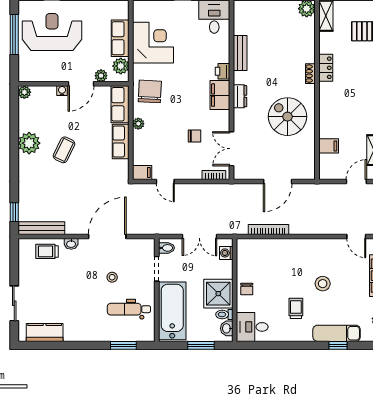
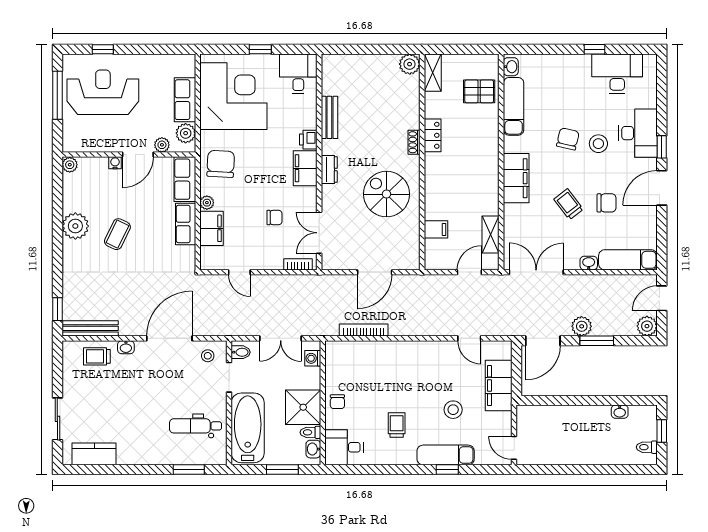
corner desk: (153, 43) -> (233, 96), width x1.36, depth x1.36
filing cabinet: (142, 172) -> (212, 228), moved, width x2.00
stool: (112, 277) -> (208, 356), moved
stool: (323, 284) -> (453, 410), moved

